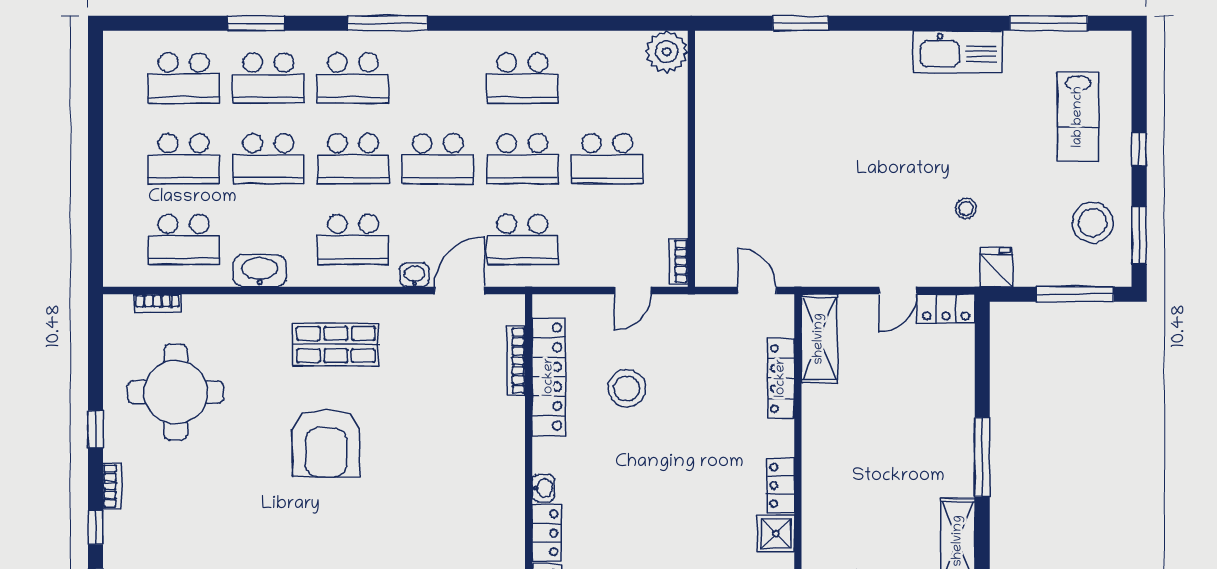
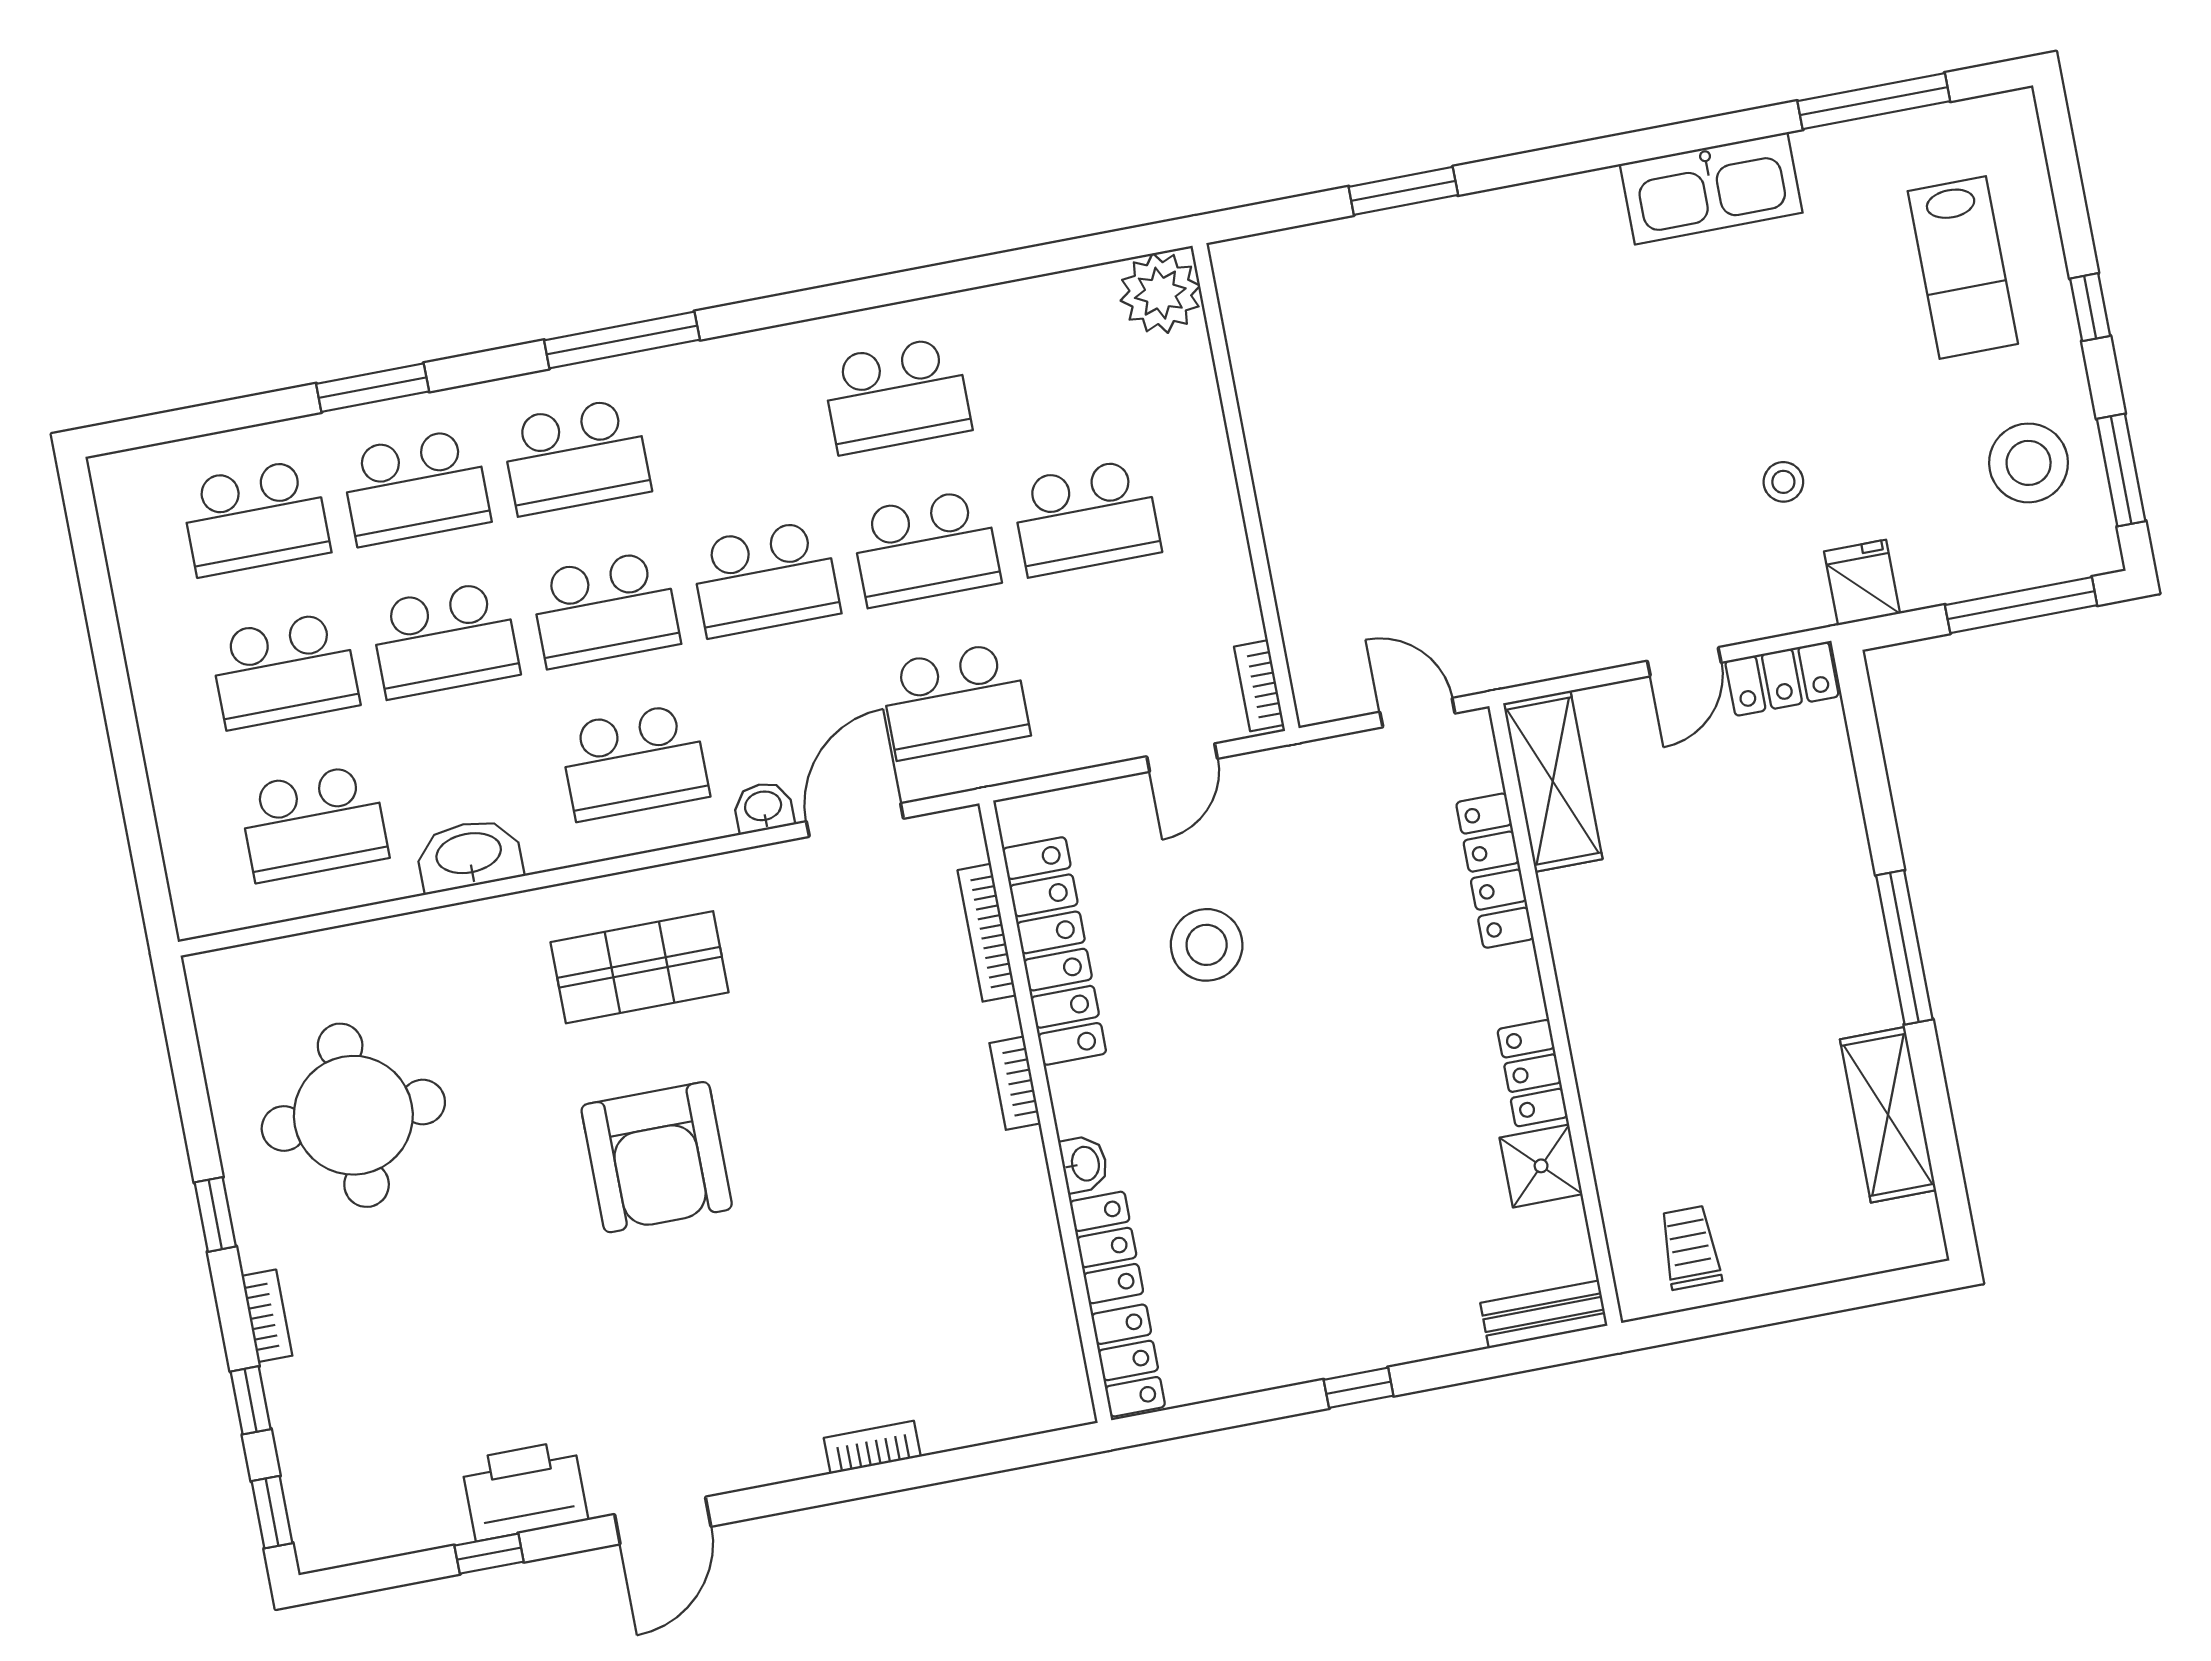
bookcase: (157, 303) -> (1015, 1083), moved, turned 90

